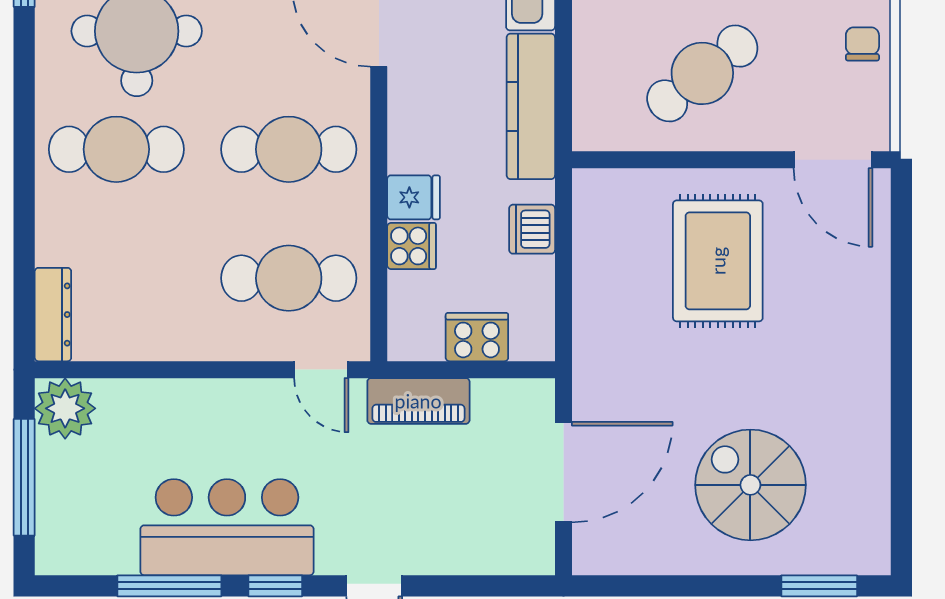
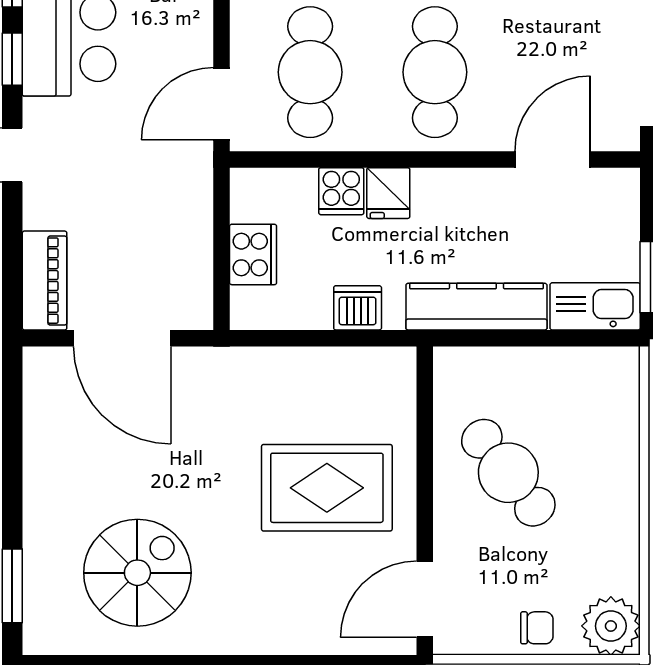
door: (321, 370) -> (221, 104), width x1.38
piano: (418, 401) -> (45, 281), moved, turned 180
spiral stairs: (750, 485) -> (137, 573), moved

